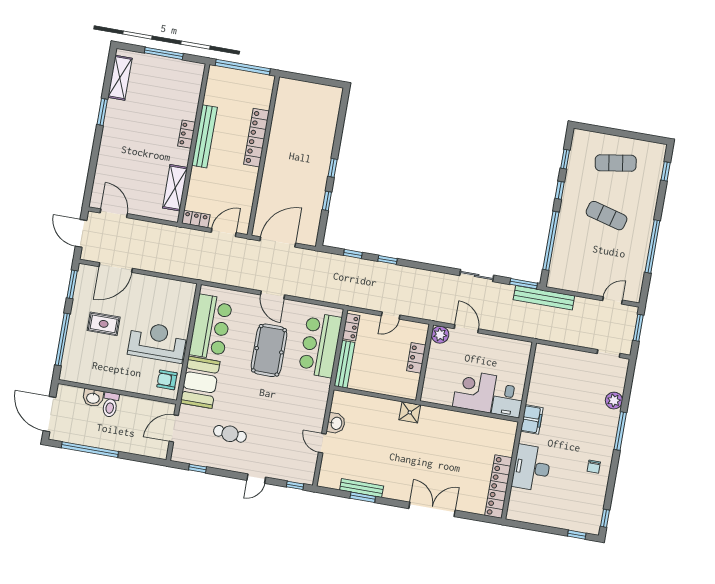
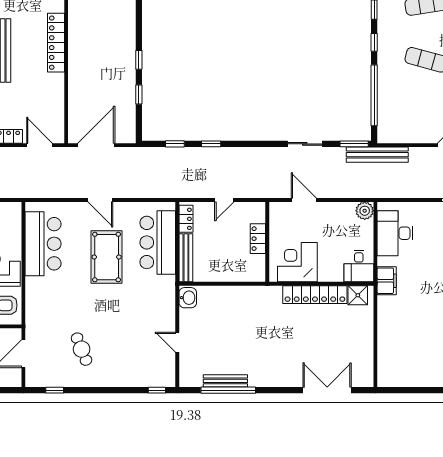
door: (224, 233) -> (39, 145), hinge flipped
plant: (440, 335) -> (365, 211), moved
booth: (200, 382) -> (42, 302), removed
corner desk: (474, 391) -> (297, 262), moved
shower: (410, 412) -> (358, 295), moved
washbasin: (336, 423) -> (188, 298), moved
cafe table: (230, 434) -> (82, 349), turned 63
desk: (532, 468) -> (395, 233), moved
door: (256, 479) -> (116, 390), removed
locker: (498, 487) -> (315, 295), moved, turned -90
window: (363, 497) -> (228, 390), width x2.11
double door: (432, 509) -> (327, 390), moved

